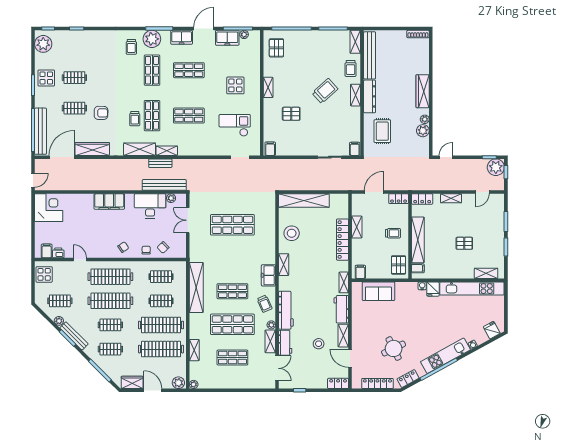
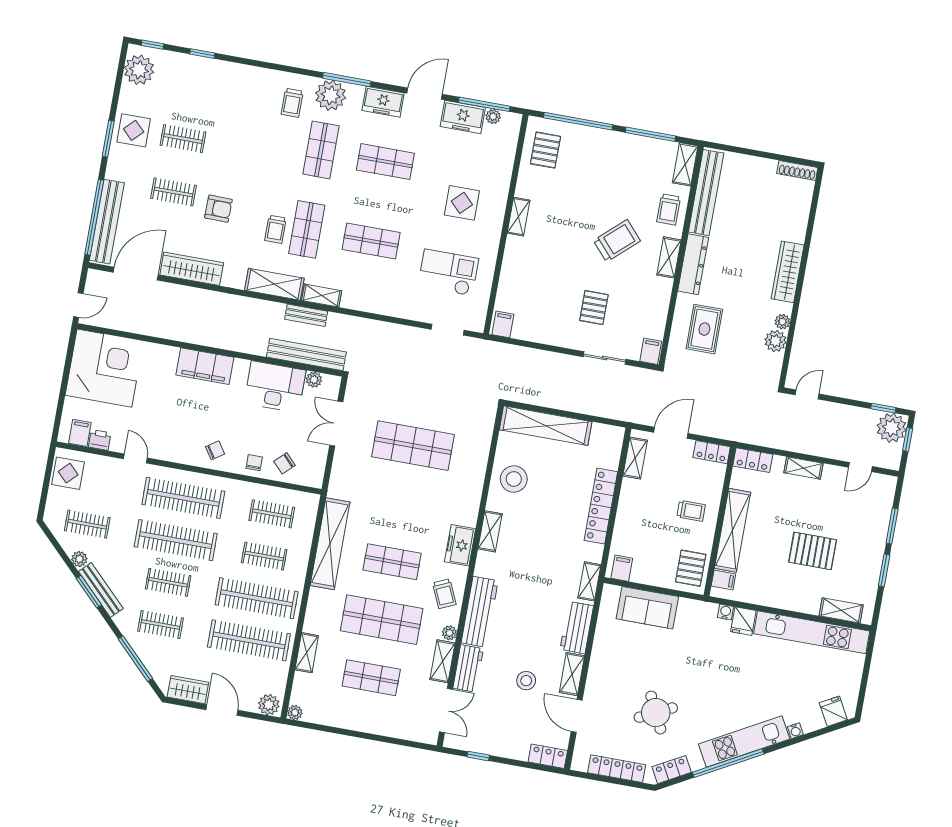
pallet: (291, 114) -> (594, 308), moved, turned 90
corner desk: (49, 208) -> (104, 368), width x1.36, depth x1.36
shelving: (357, 227) -> (635, 458), moved
pallet: (464, 243) -> (813, 551), width x1.50, depth x1.42

